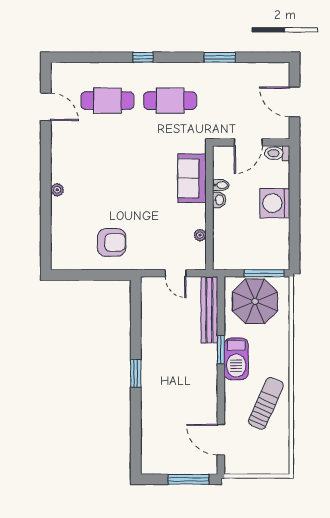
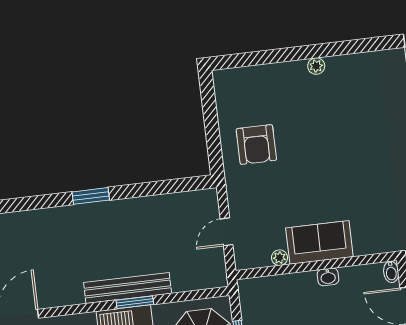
sofa: (192, 178) -> (319, 242), moved
bidet: (221, 185) -> (391, 272), moved
bench: (209, 310) -> (128, 288), moved

